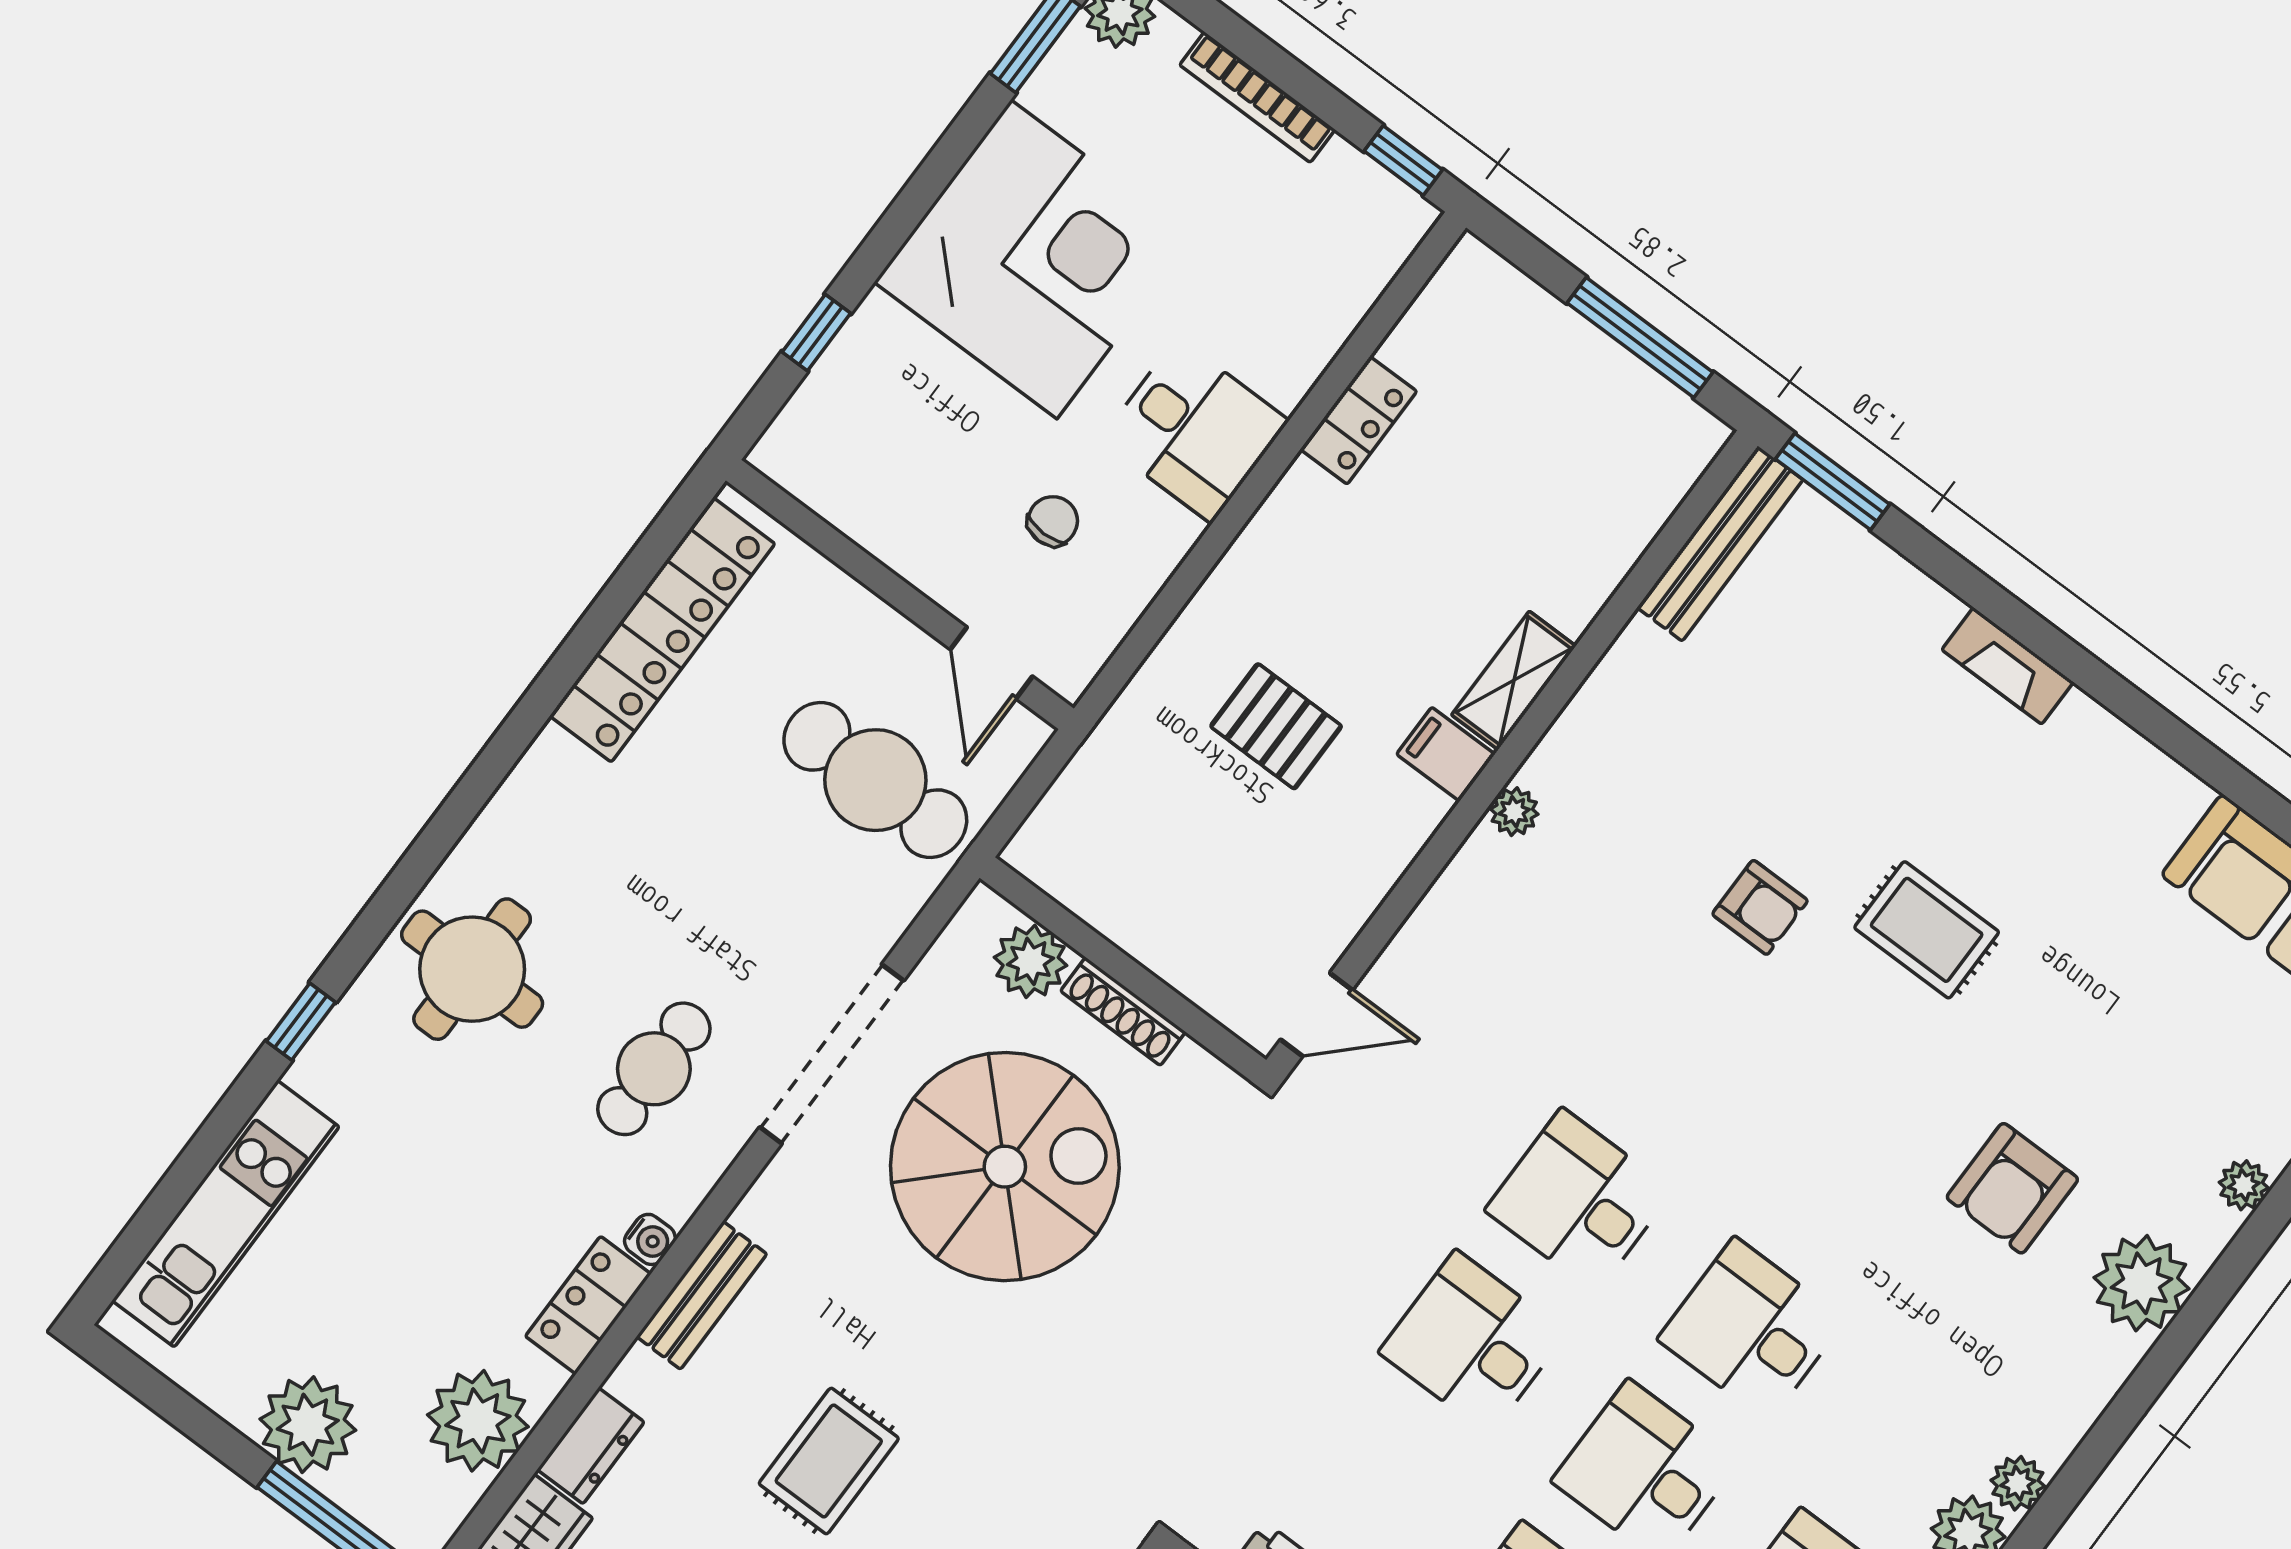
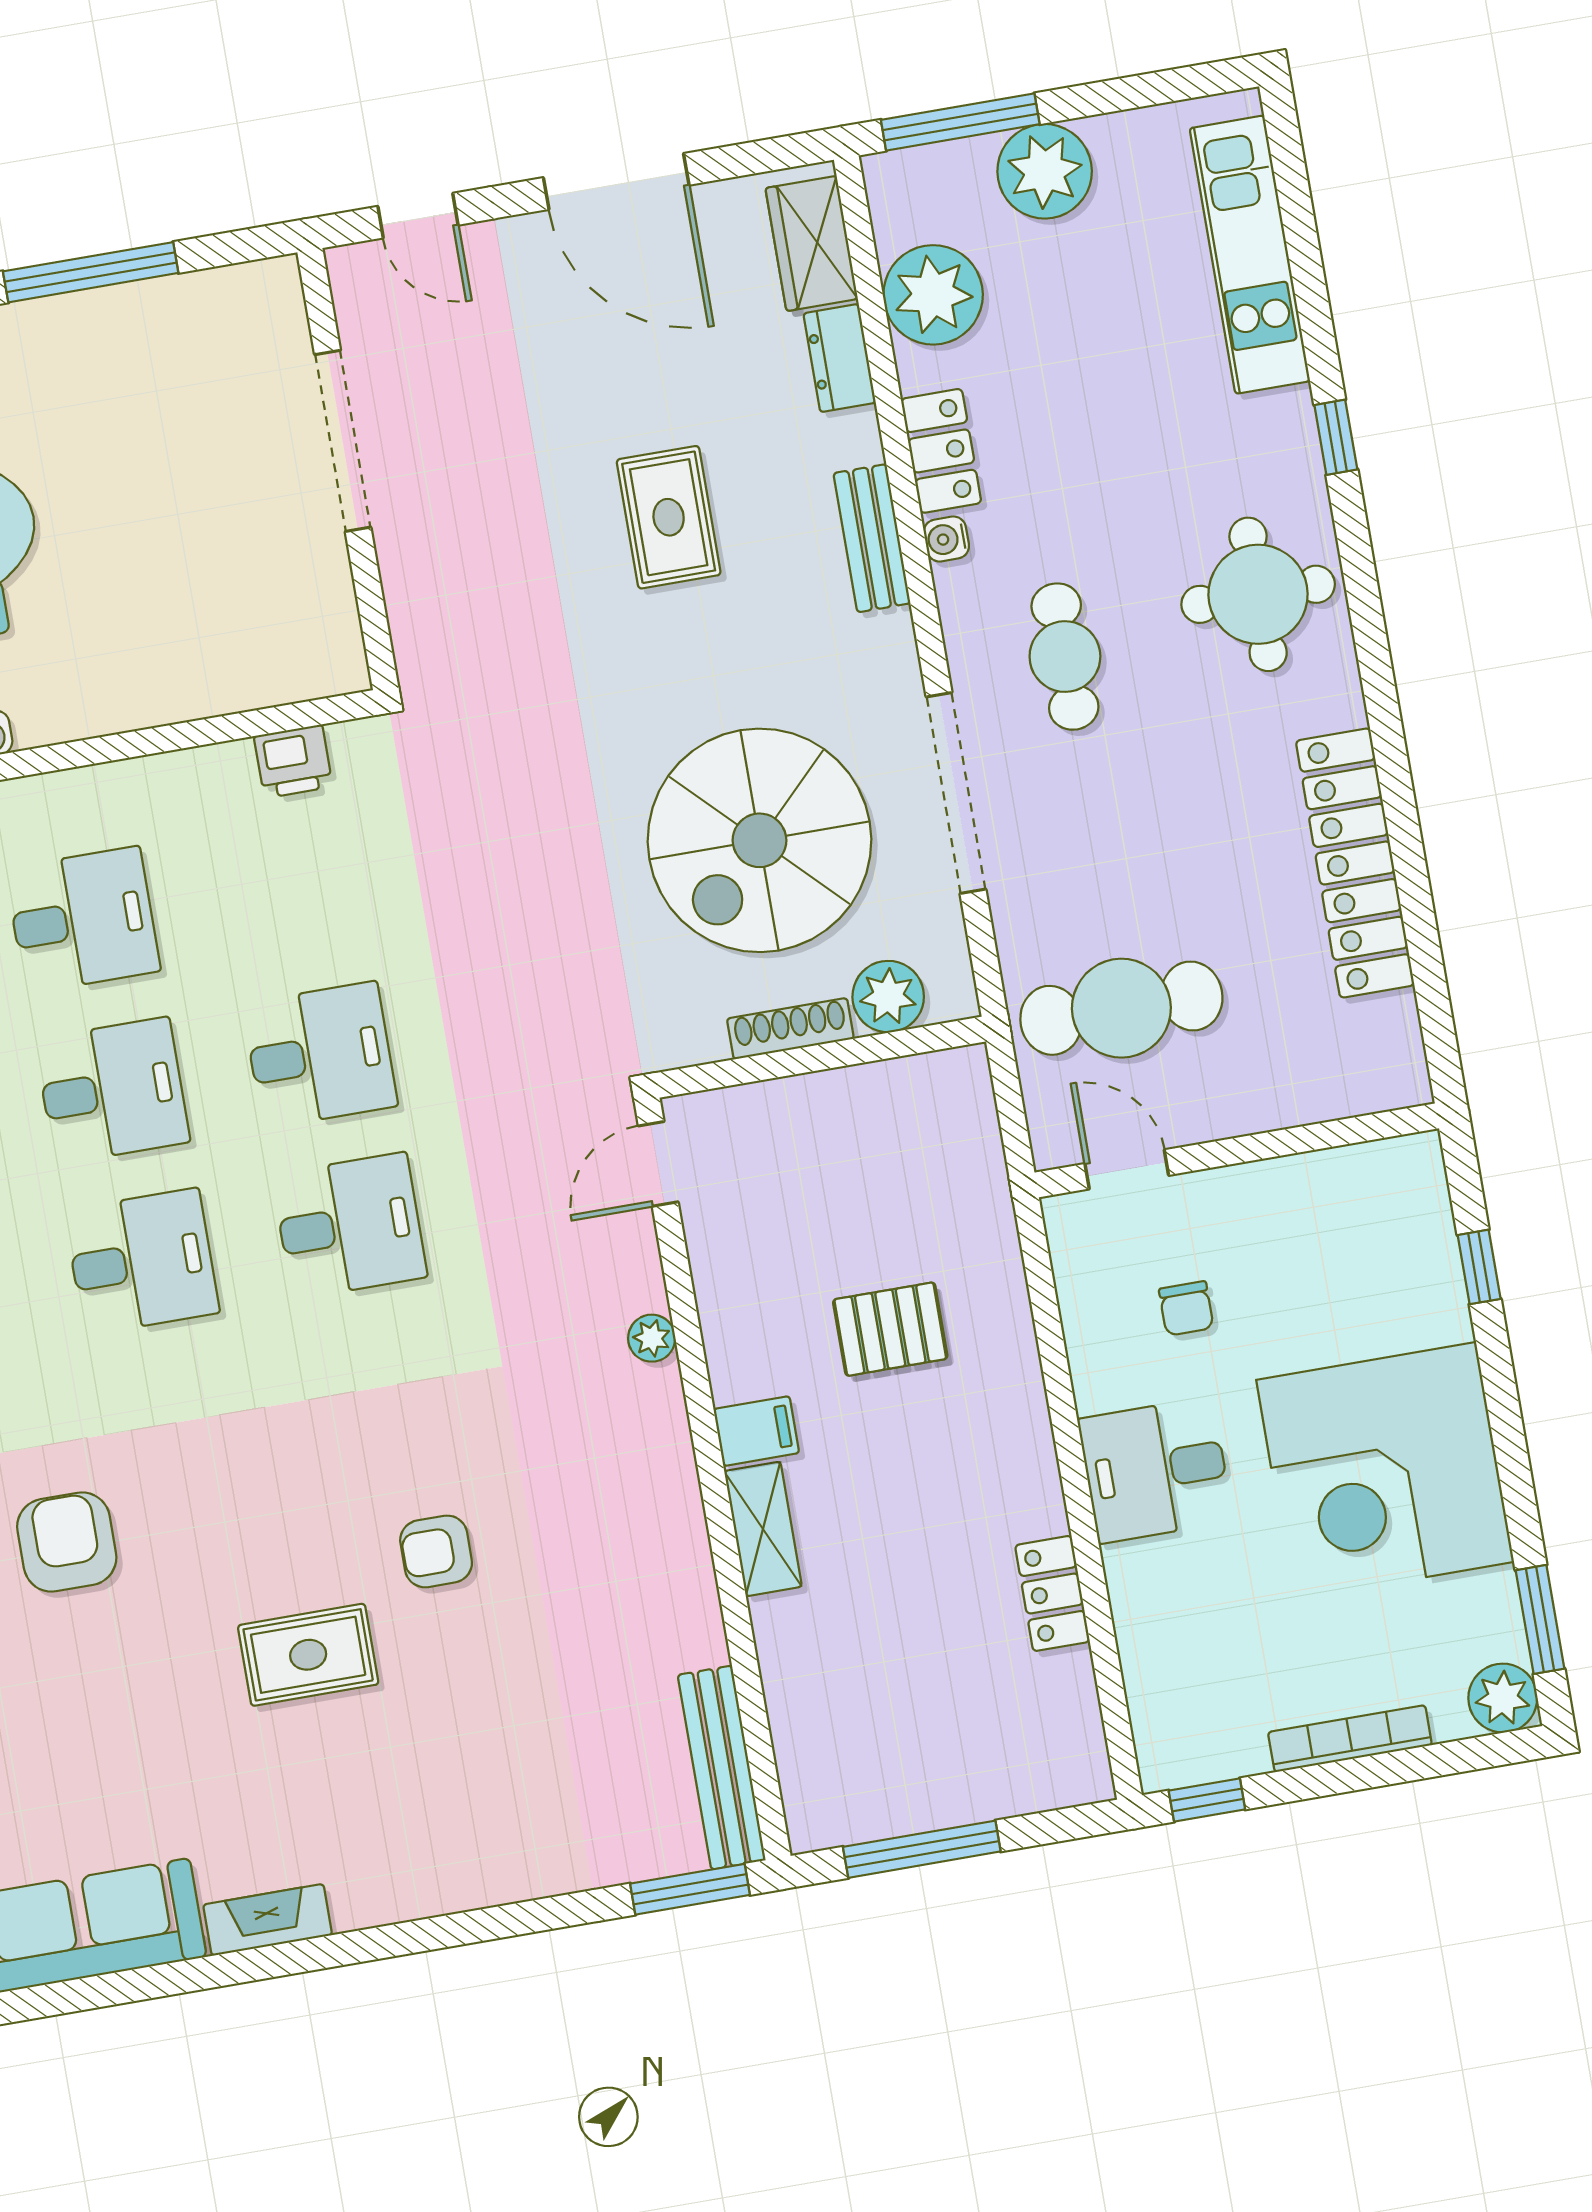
locker: (662, 630) -> (1355, 863), moved
fireplace: (2008, 666) -> (268, 1920), moved
plant: (1514, 812) -> (652, 1338), moved

